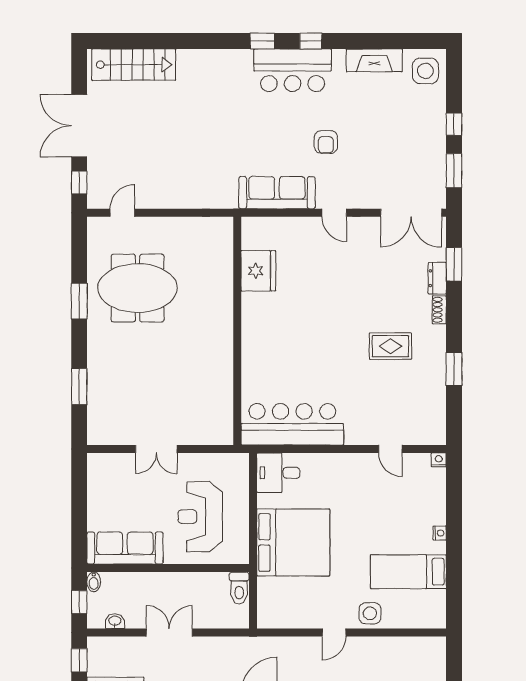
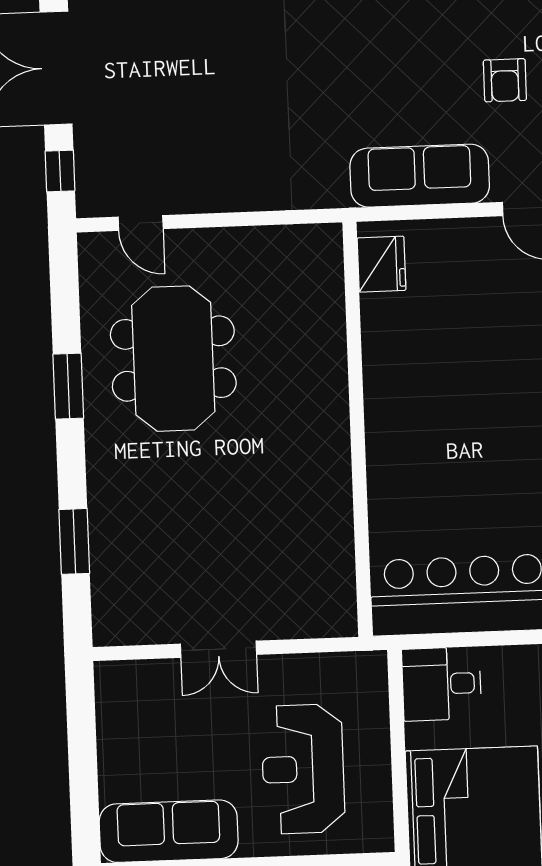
door: (122, 213) -> (141, 223), swing flipped
fridge: (258, 271) -> (381, 264), moved, width x0.73, depth x0.75
meeting table: (138, 288) -> (173, 359), turned 90

